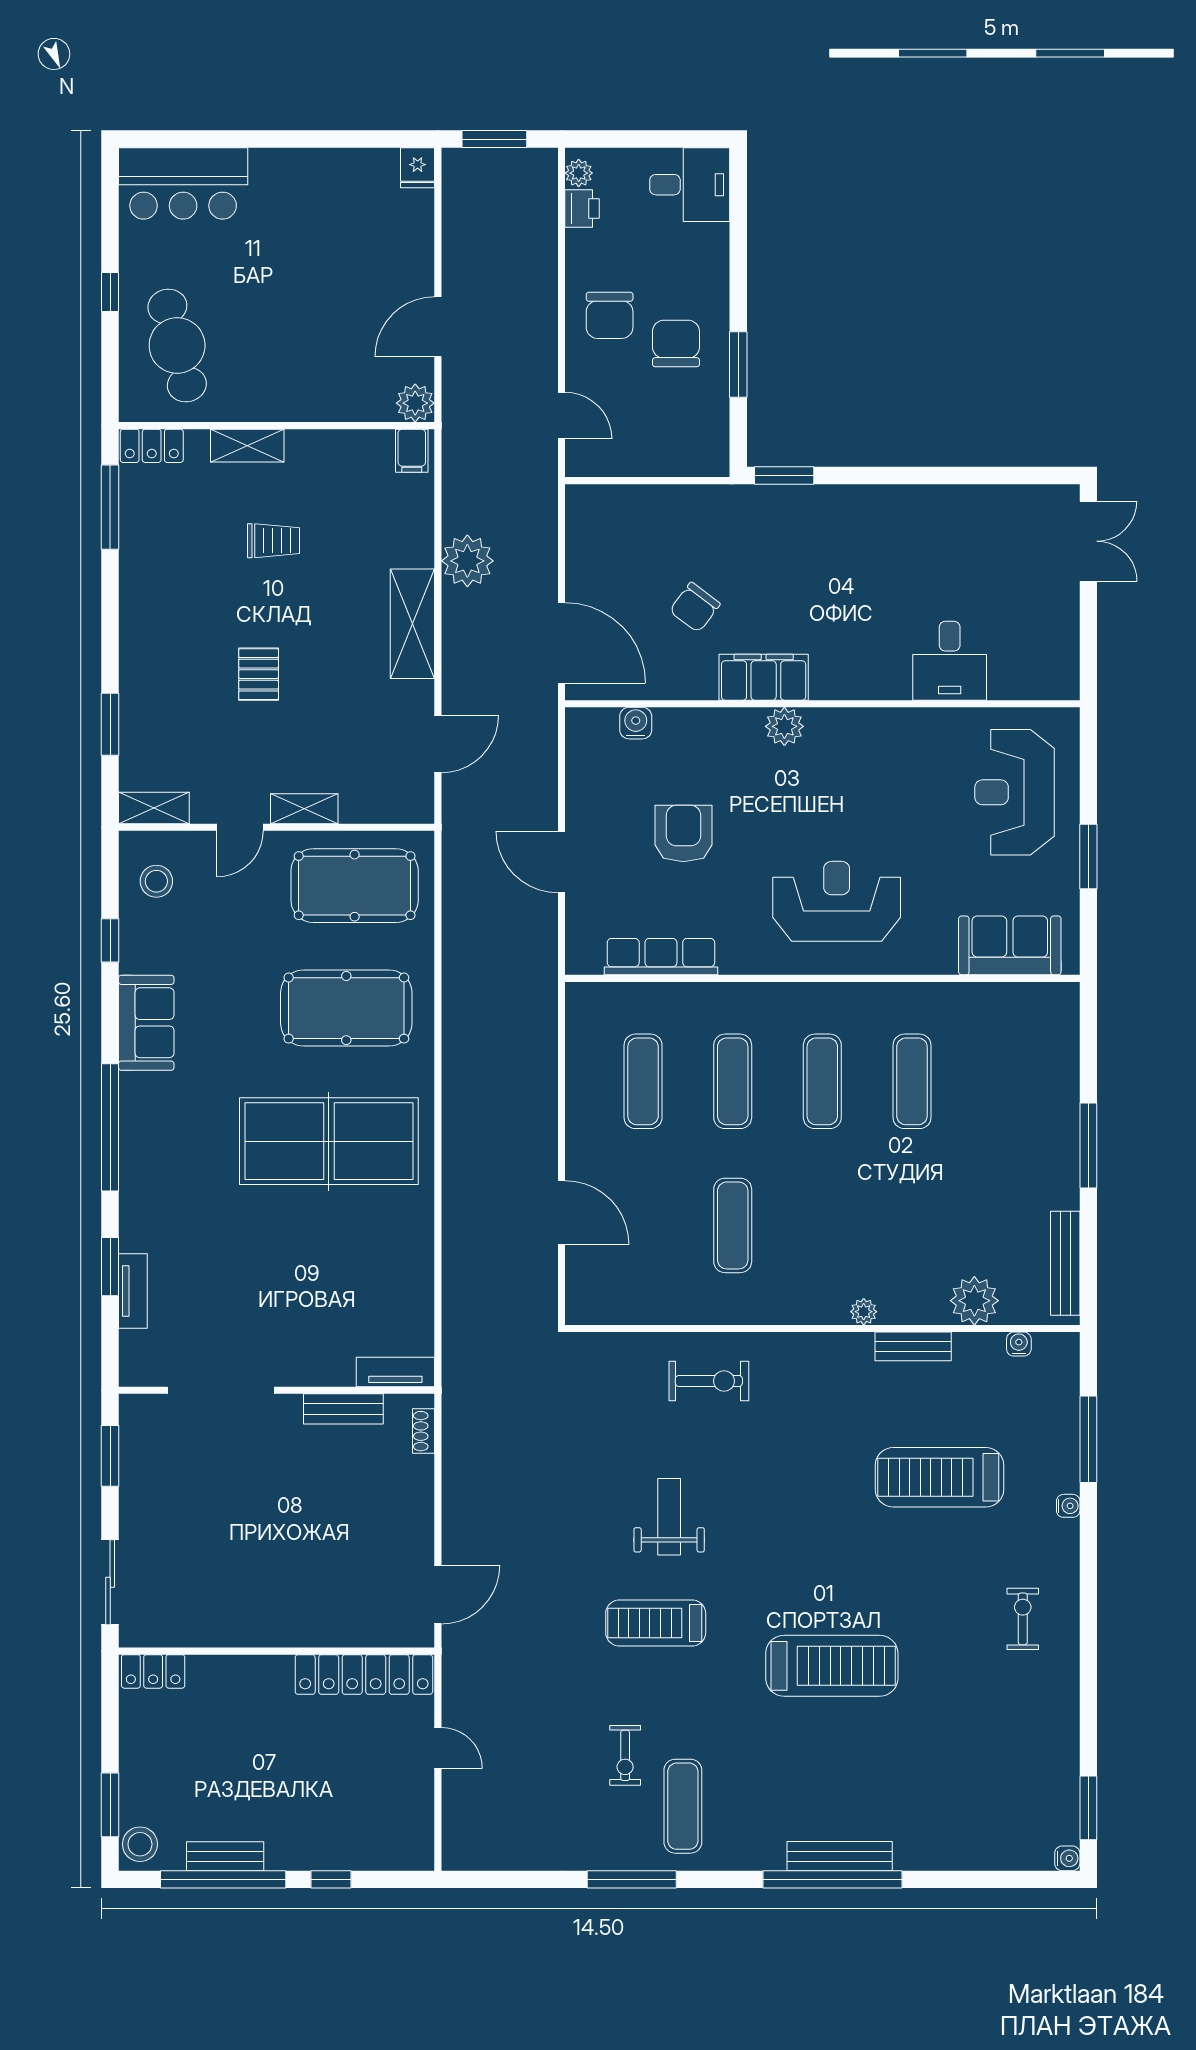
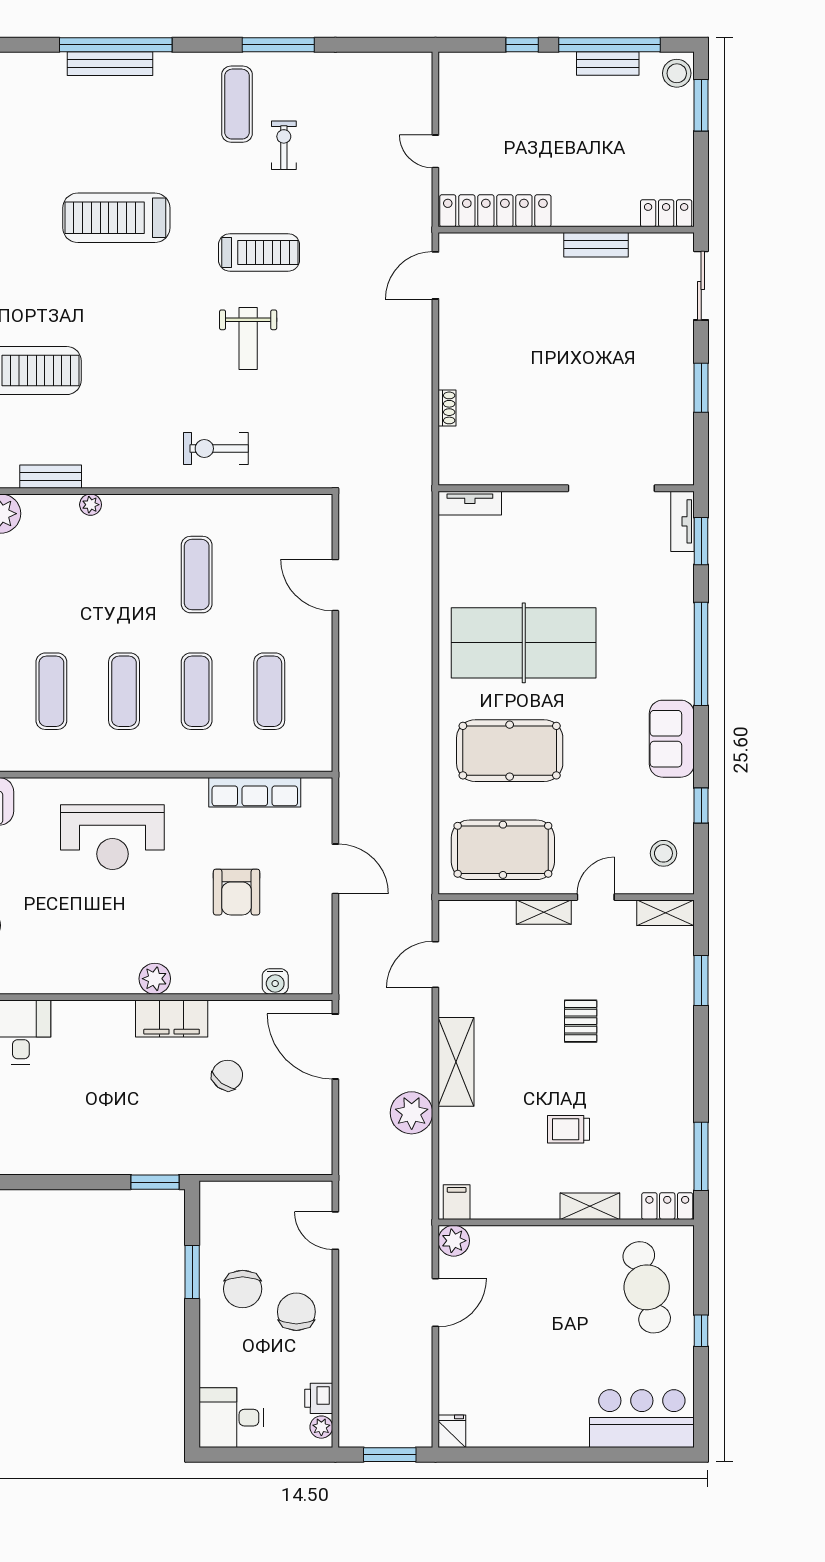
tv unit: (395, 1372) -> (470, 503), moved
doorway: (221, 1390) -> (611, 488), moved
wall: (277, 1390) -> (566, 488), moved
bench: (343, 1409) -> (596, 245), moved

